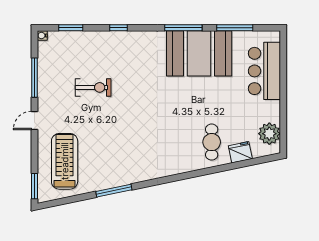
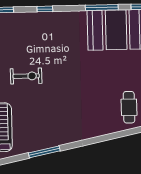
exercise bike: (93, 87) -> (26, 76), moved

